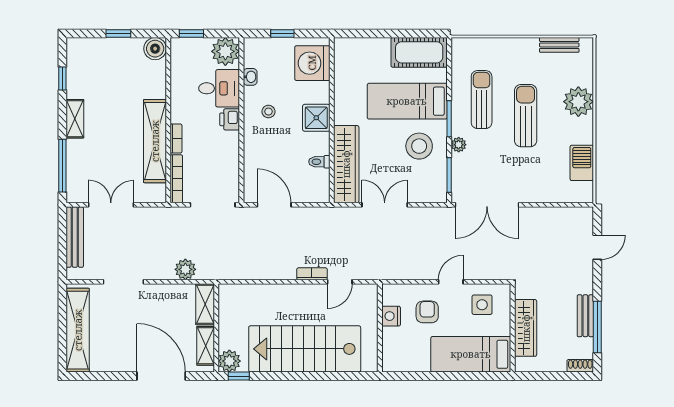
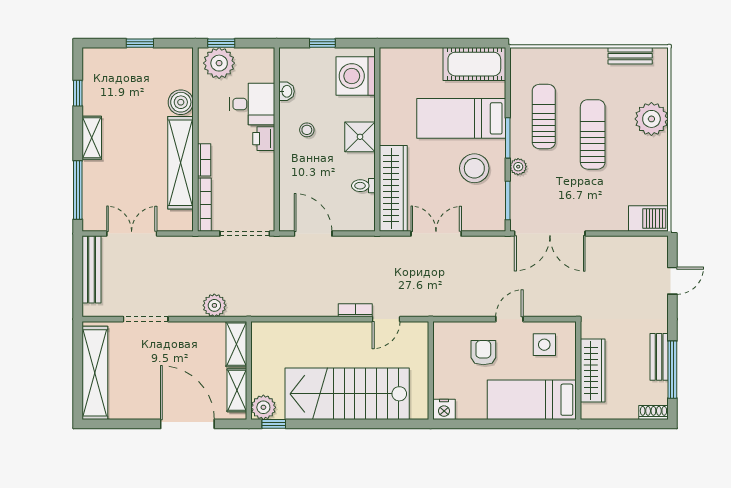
boiler: (155, 49) -> (181, 102), moved
plant: (225, 51) -> (219, 63), moved
barbecue: (582, 163) -> (648, 219), moved, turned 90
nightstand: (391, 316) -> (444, 409), moved, turned -90

